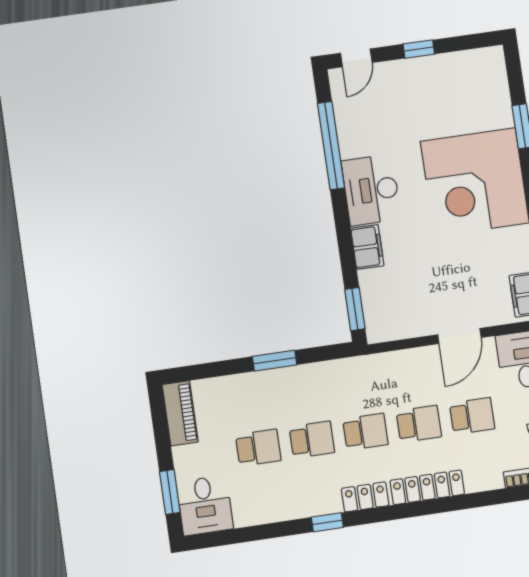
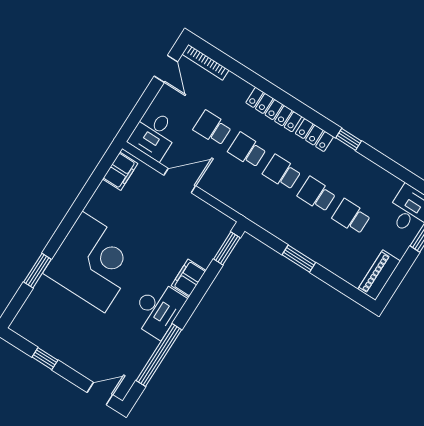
window: (419, 49) -> (45, 359), moved

